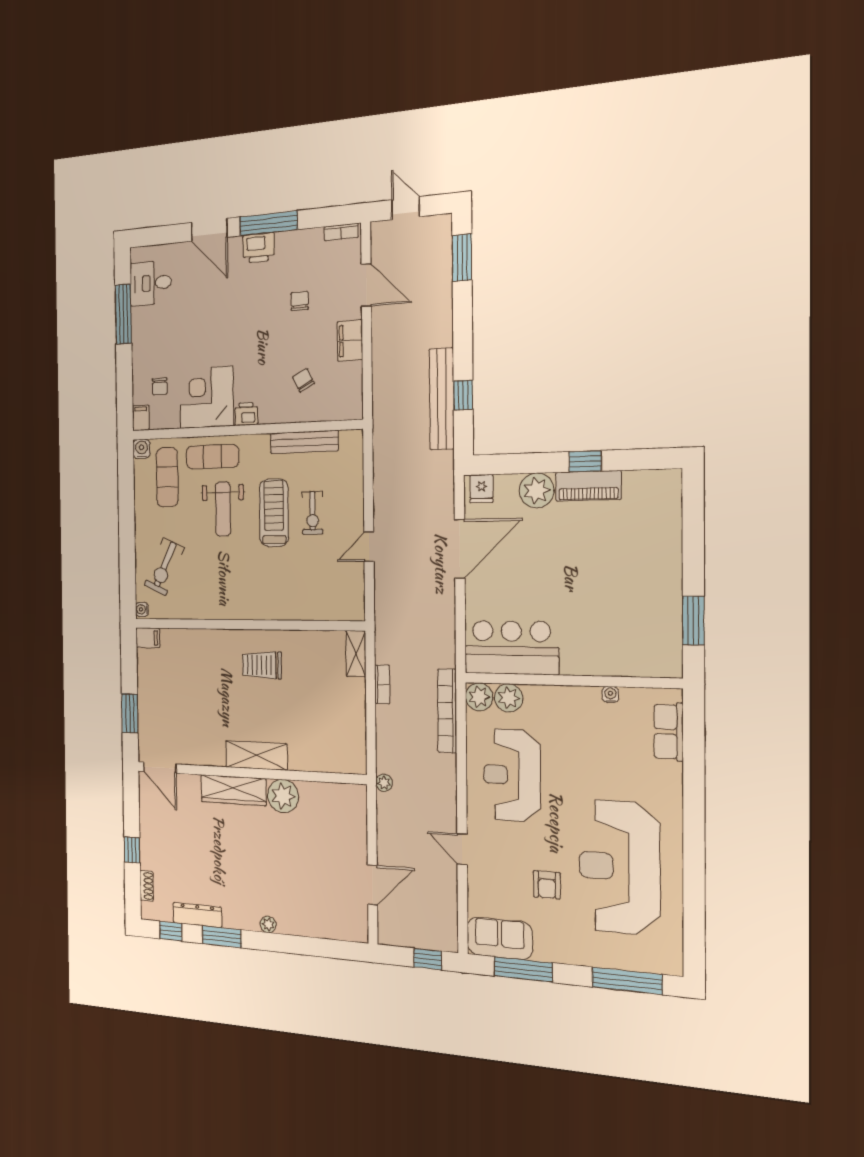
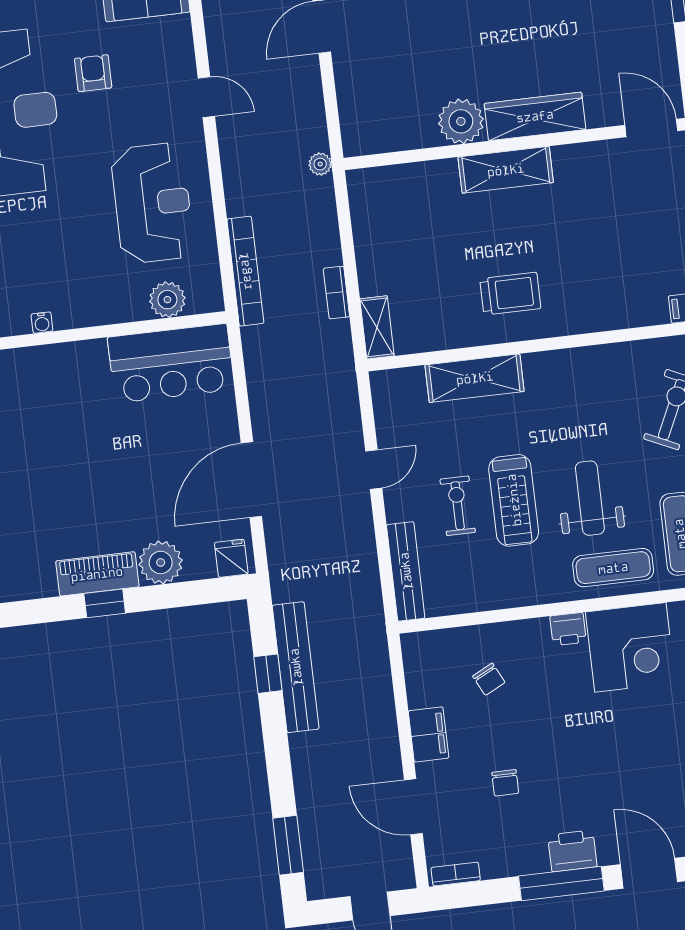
bench: (304, 442) -> (406, 571), moved, turned 90
shelving: (292, 606) -> (475, 378), added
plant: (479, 697) -> (205, 295), removed

